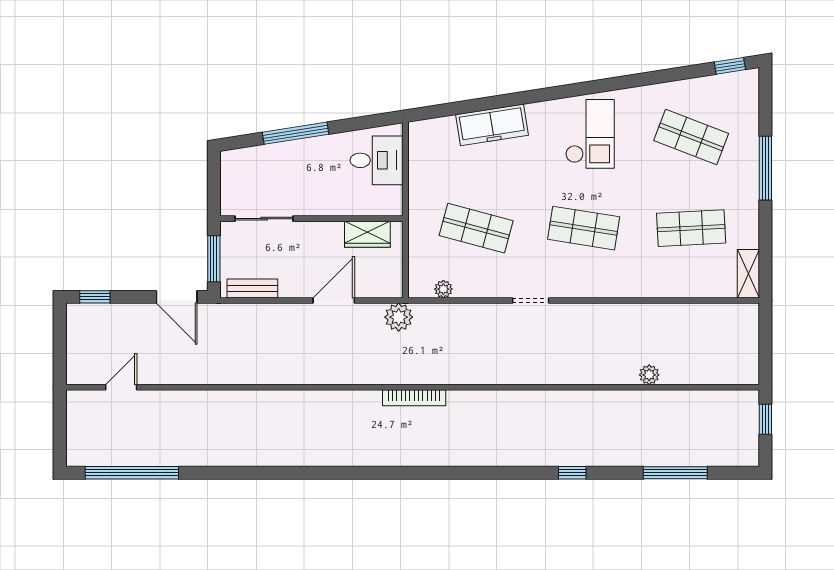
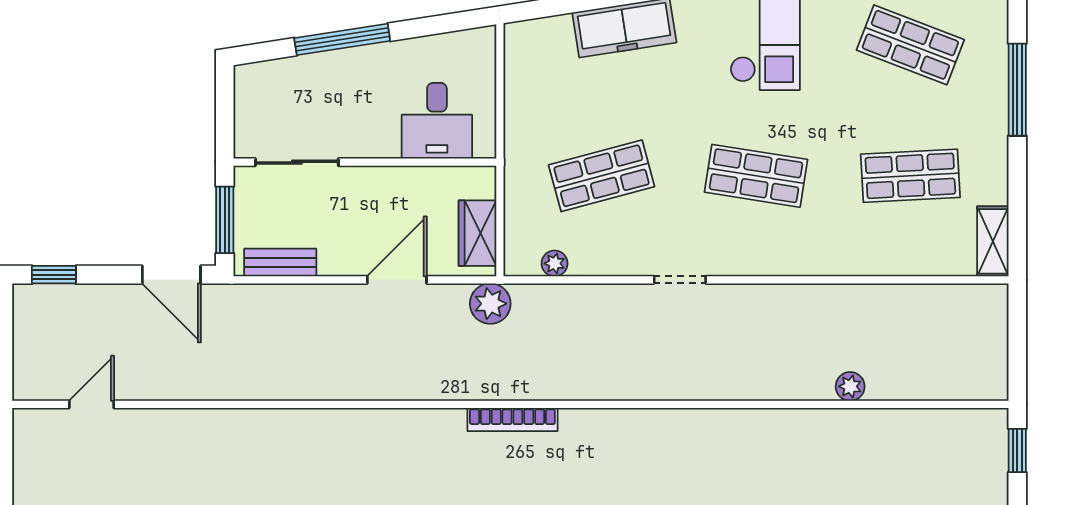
desk: (377, 160) -> (437, 121), moved, turned 90
shop shelf: (476, 228) -> (602, 176), turned -30
wardrobe: (367, 234) -> (477, 233), moved, turned 90

